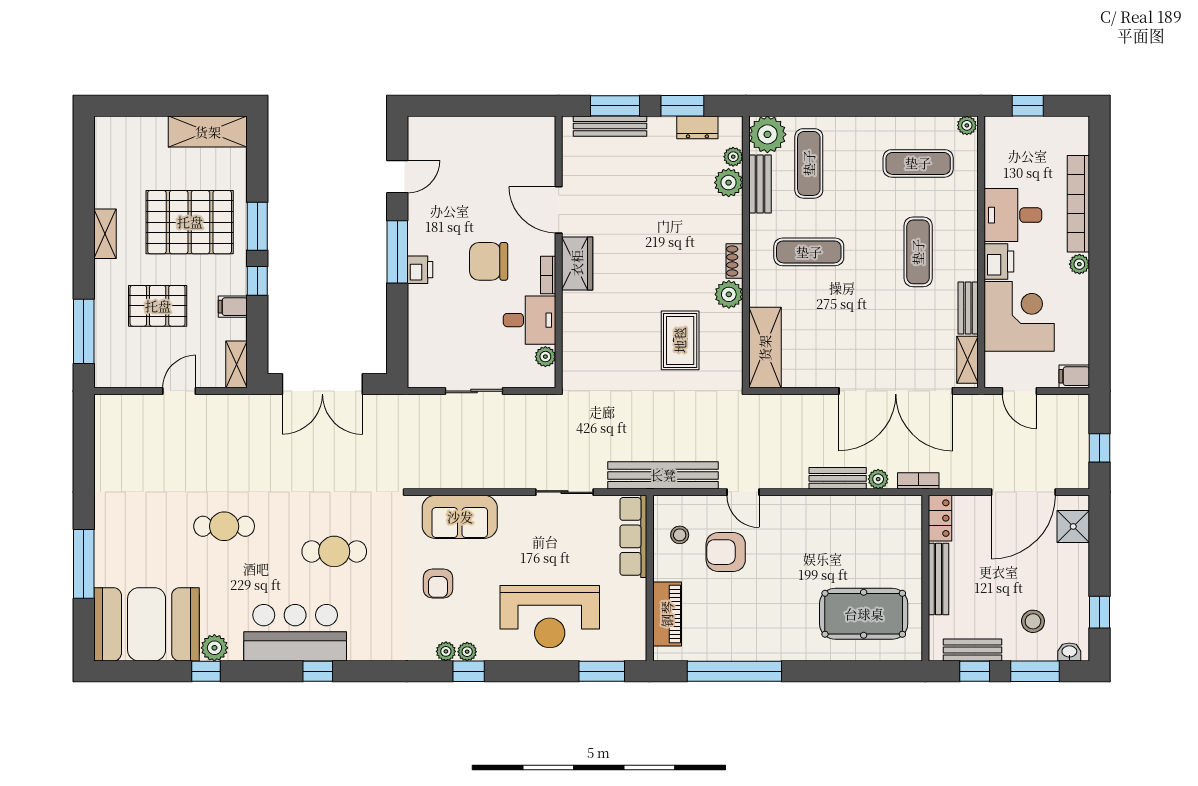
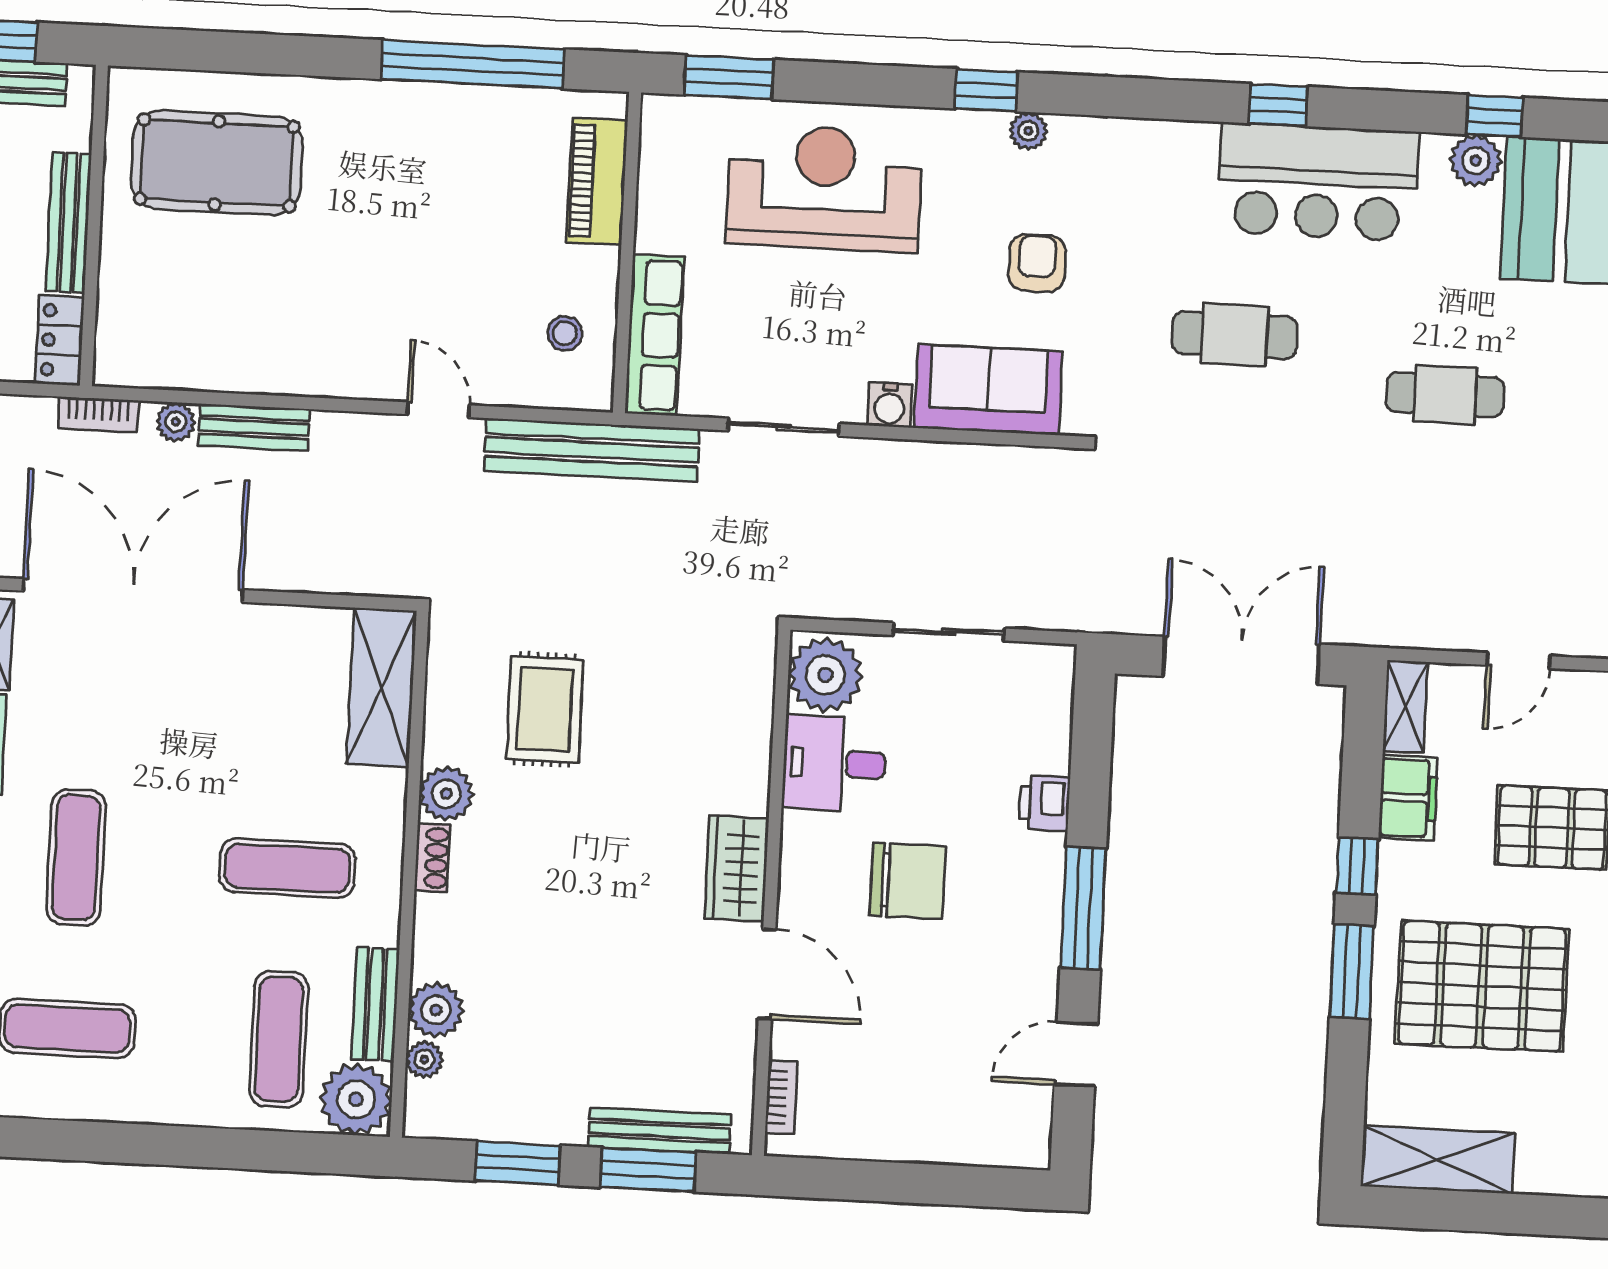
dresser: (697, 127) -> (491, 1120), removed
printer: (420, 270) -> (1044, 803), moved
bookcase: (548, 275) -> (781, 1097), moved
filing cabinet: (233, 307) -> (1408, 798), width x2.00
plant: (545, 357) -> (825, 675), width x1.88, depth x1.88
water cooler: (510, 506) -> (889, 405), added
armchair: (726, 552) -> (478, 296), removed
plant: (467, 652) -> (987, 128), removed

